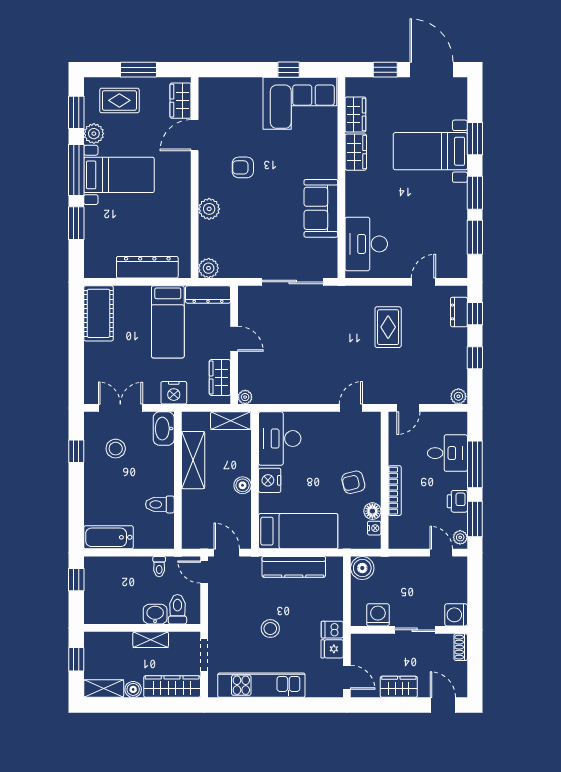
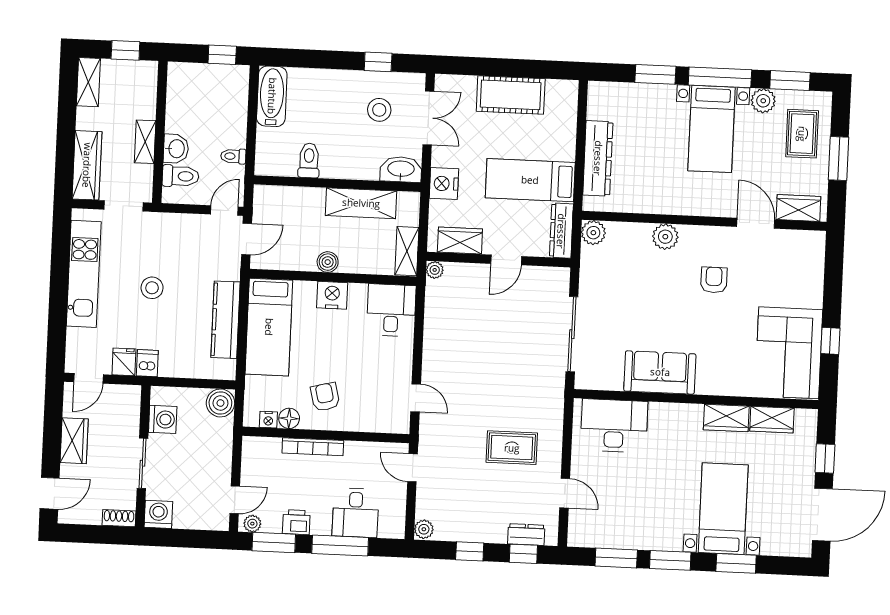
cot: (98, 313) -> (511, 95), moved
desk: (280, 439) -> (391, 310), width x0.73
boiler: (133, 689) -> (86, 118), removed

